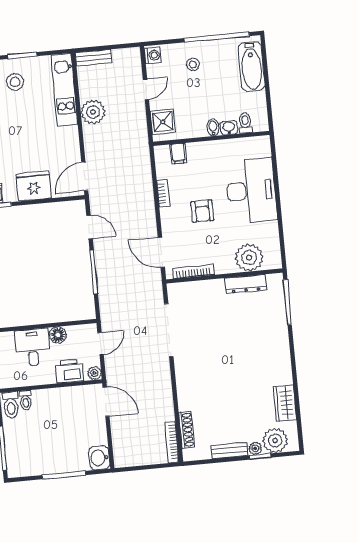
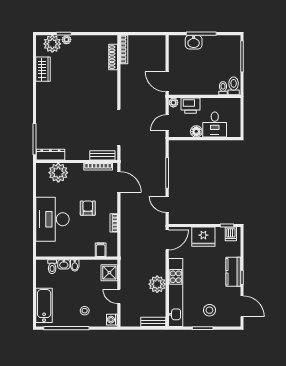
door: (146, 89) -> (119, 296), hinge flipped
kitchen unit: (64, 90) -> (176, 292), width x1.36
dresser: (245, 284) -> (50, 155), moved
bench: (230, 450) -> (102, 155), moved
washbasin: (99, 458) -> (194, 42), moved, turned 90

